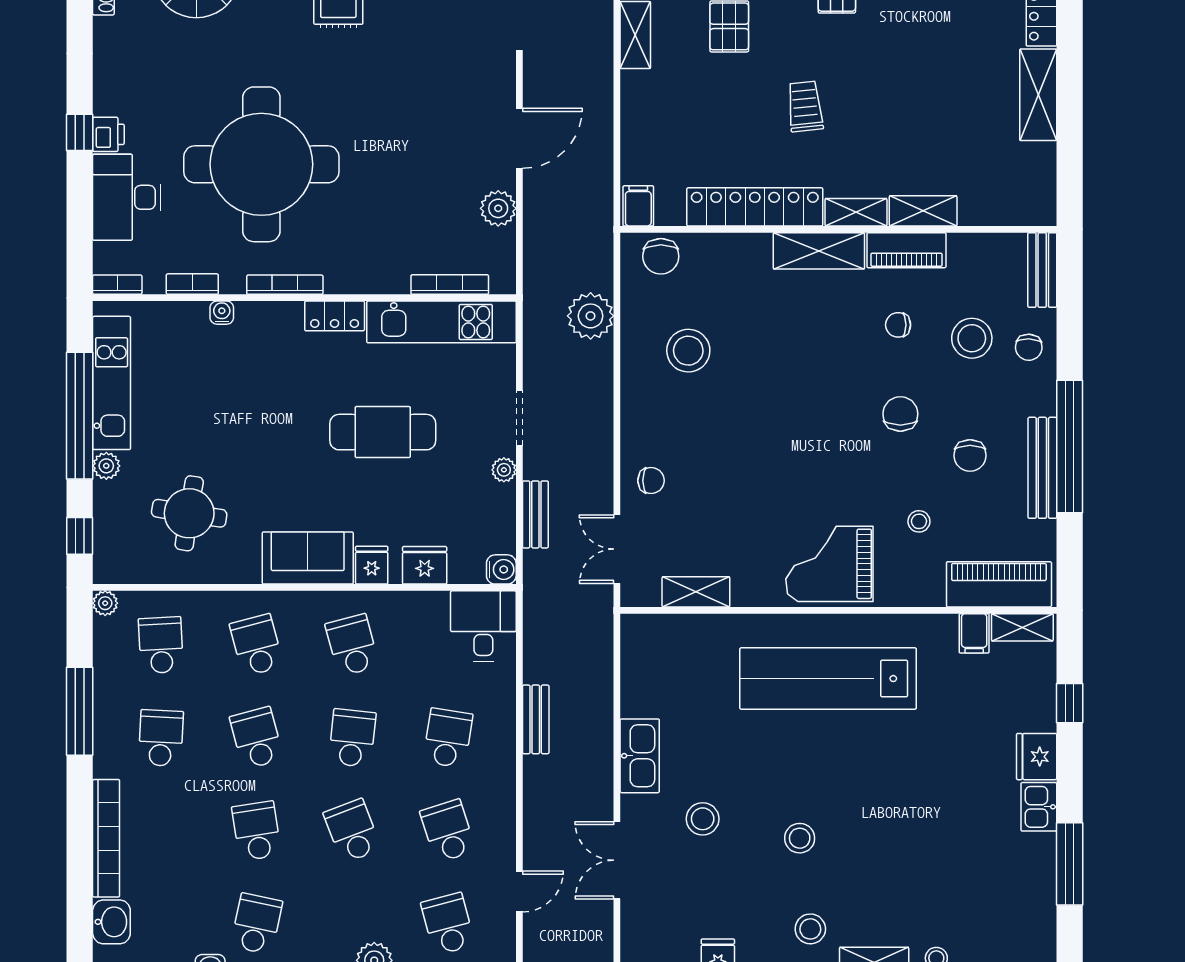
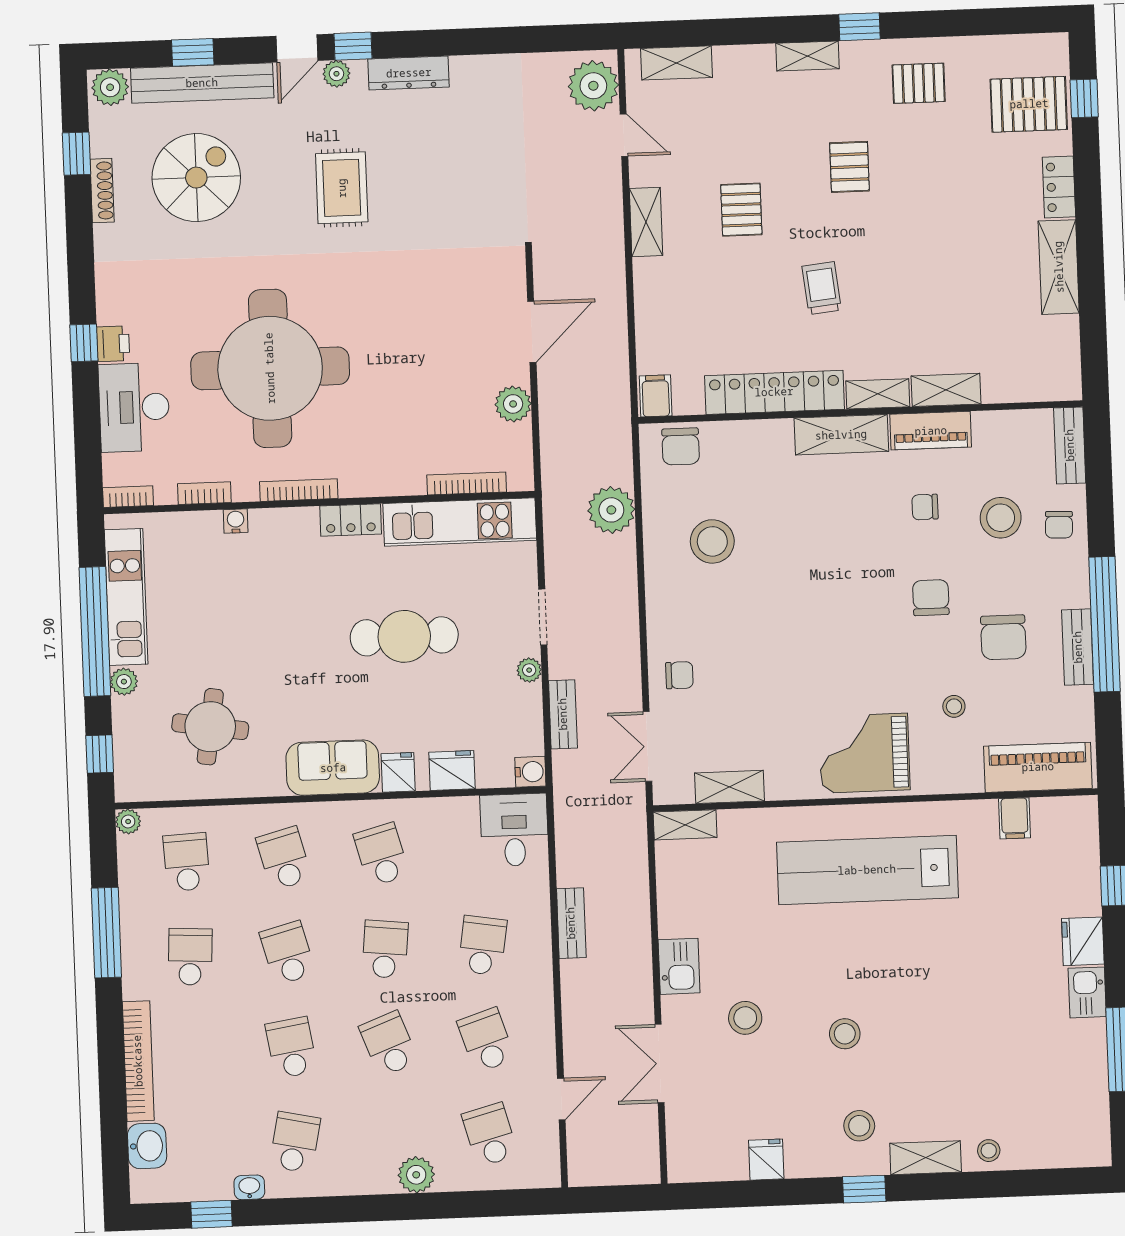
chair: (970, 456) -> (1003, 637), width x1.37, depth x1.37
bench: (1042, 468) -> (1078, 647), width x0.73
shelving: (1022, 627) -> (685, 825), moved
kitchen sink: (640, 756) -> (679, 966), width x0.73

